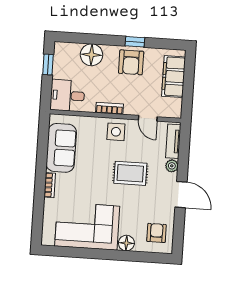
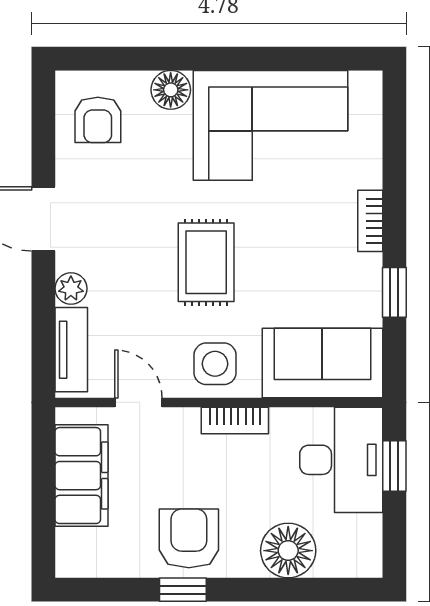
window: (48, 64) -> (394, 466), moved
filing cabinet: (173, 77) -> (81, 476), moved
desk: (67, 96) -> (341, 460), width x1.37
sofa: (61, 148) -> (322, 363), moved, turned 90
window: (42, 156) -> (394, 292), added
rug: (130, 173) -> (206, 262), moved, turned 90

